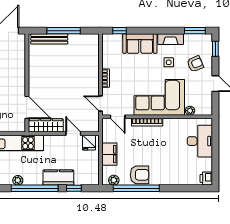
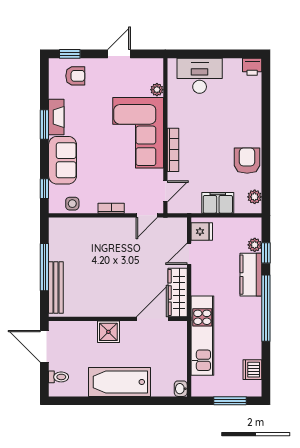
window: (195, 31) -> (44, 125), moved
side table: (169, 62) -> (72, 204), moved
armchair: (195, 64) -> (75, 76), moved, turned 113
shower: (18, 76) -> (108, 332), added
plant: (18, 180) -> (255, 245), moved
window: (136, 188) -> (266, 165), removed

